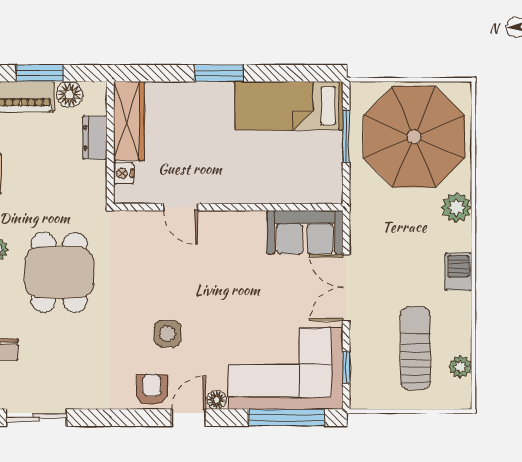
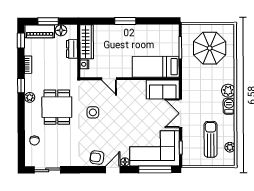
bed: (289, 106) -> (156, 67), moved
parasol: (414, 137) -> (210, 48), width x0.73, depth x0.73
plant: (456, 207) -> (228, 91), moved
side table: (167, 334) -> (93, 112), moved
armchair: (152, 390) -> (97, 158), turned -82

